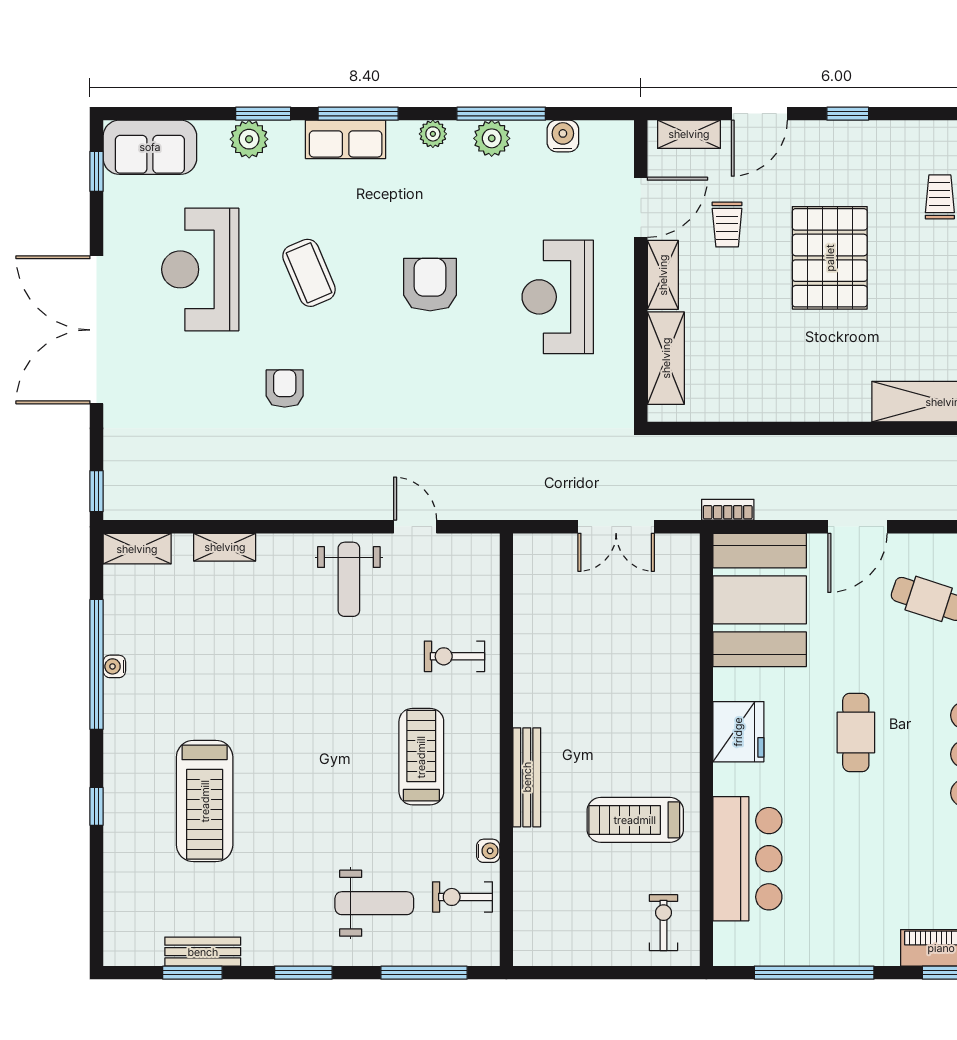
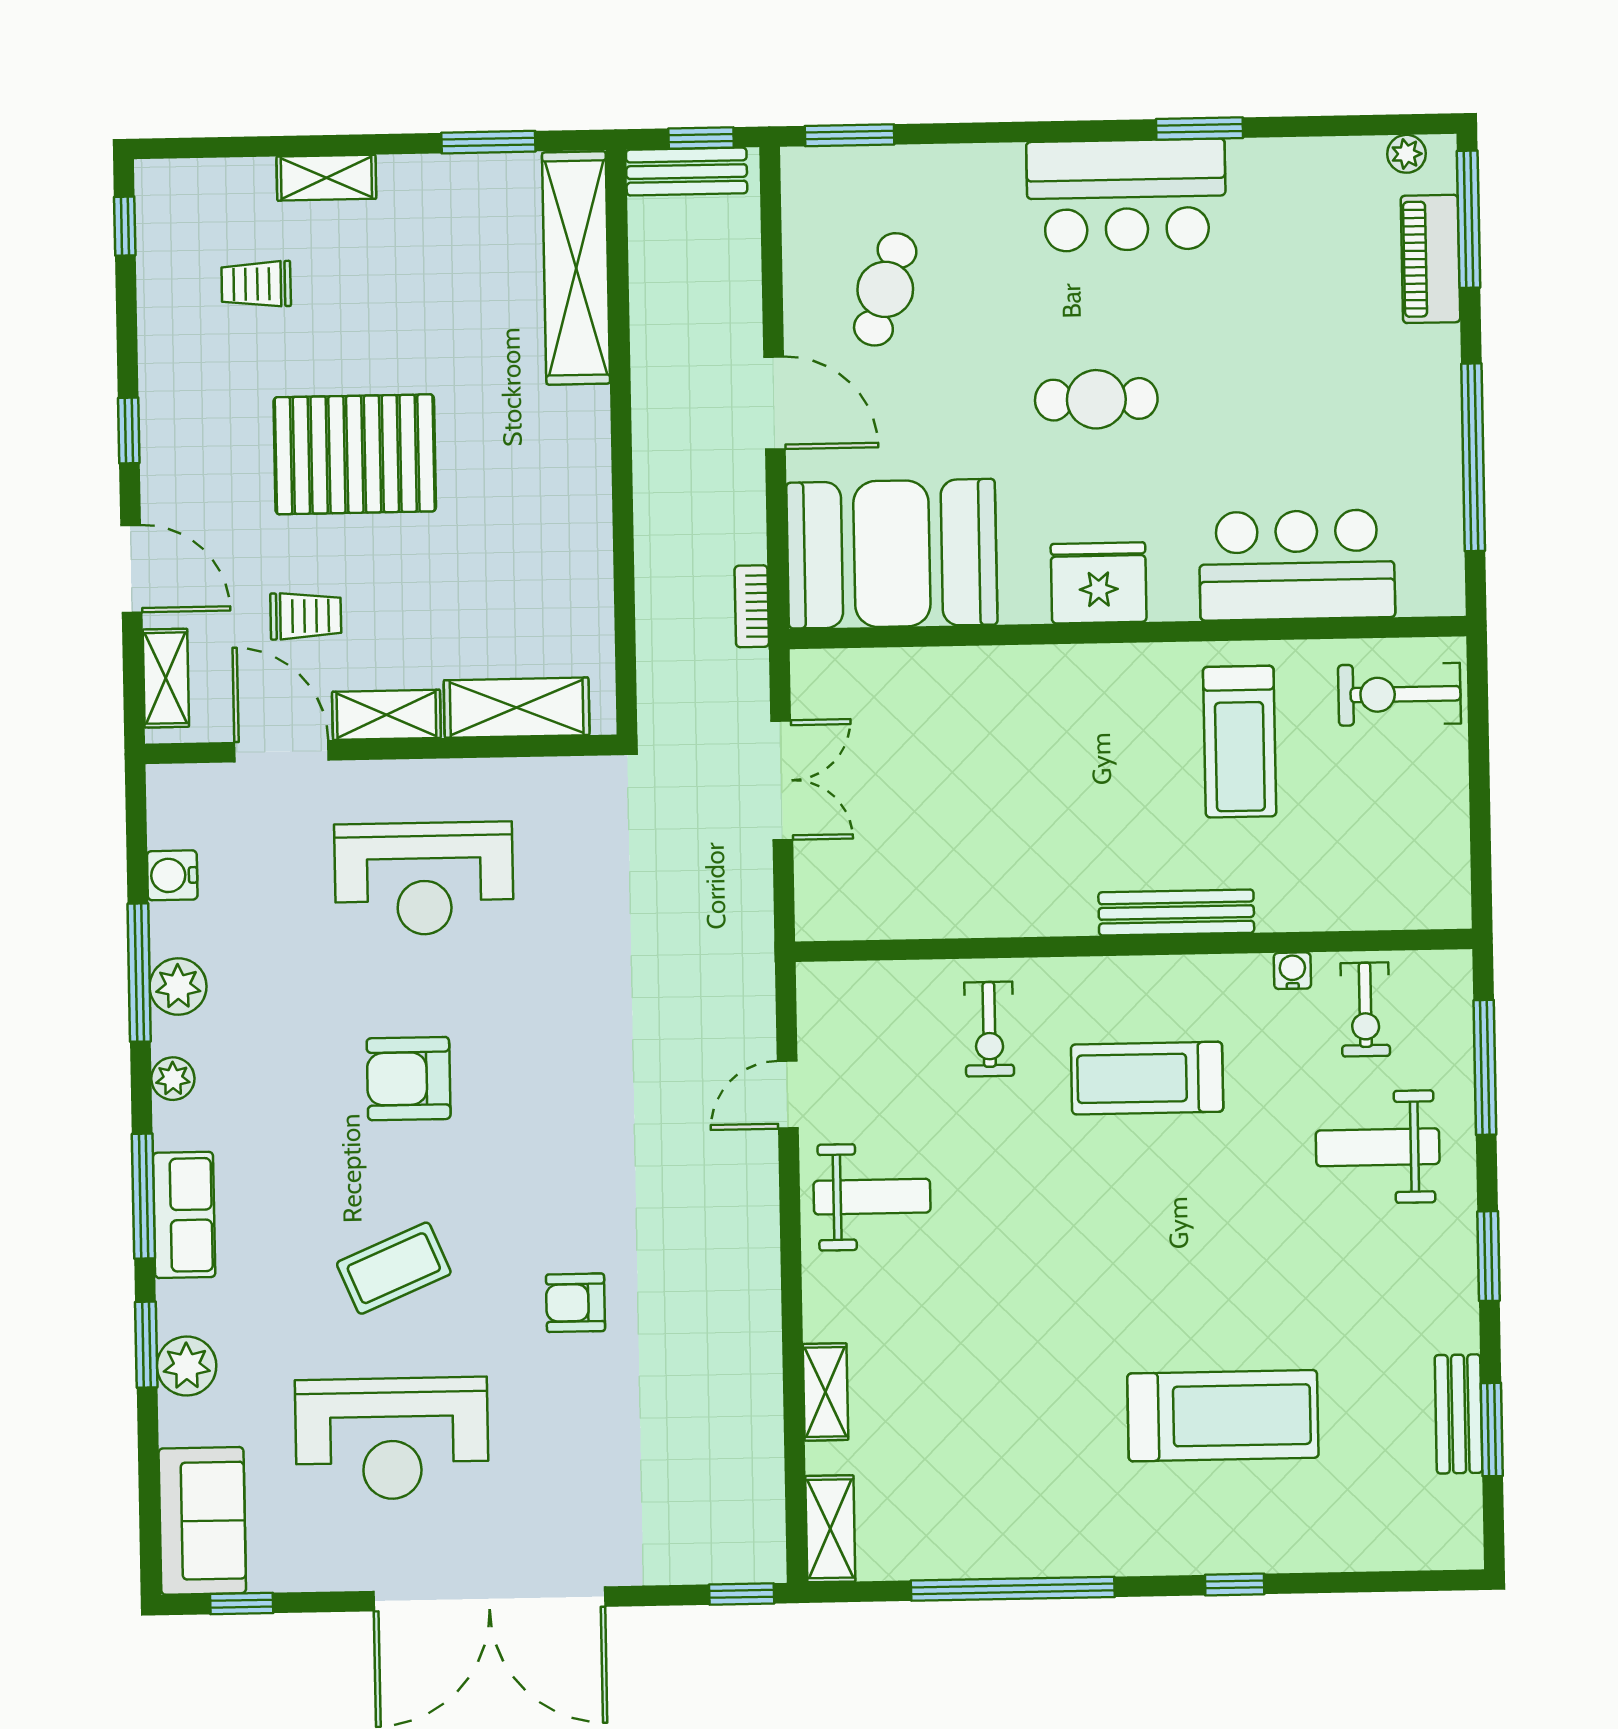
water cooler: (114, 666) -> (1015, 1561), removed
weight bench: (374, 903) -> (1378, 1147), turned -90
exercise bike: (664, 923) -> (1399, 694), width x1.38, depth x1.39

